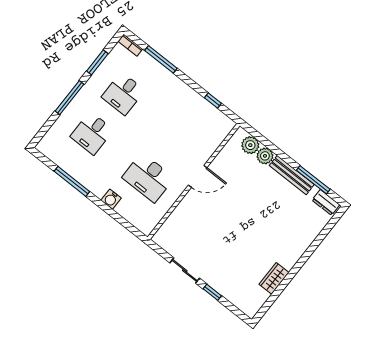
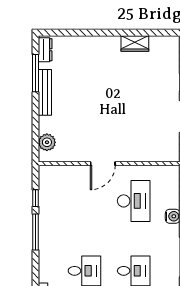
window: (161, 59) -> (35, 232), moved
plant: (265, 156) -> (46, 125), removed
door: (198, 176) -> (103, 164), swing flipped

